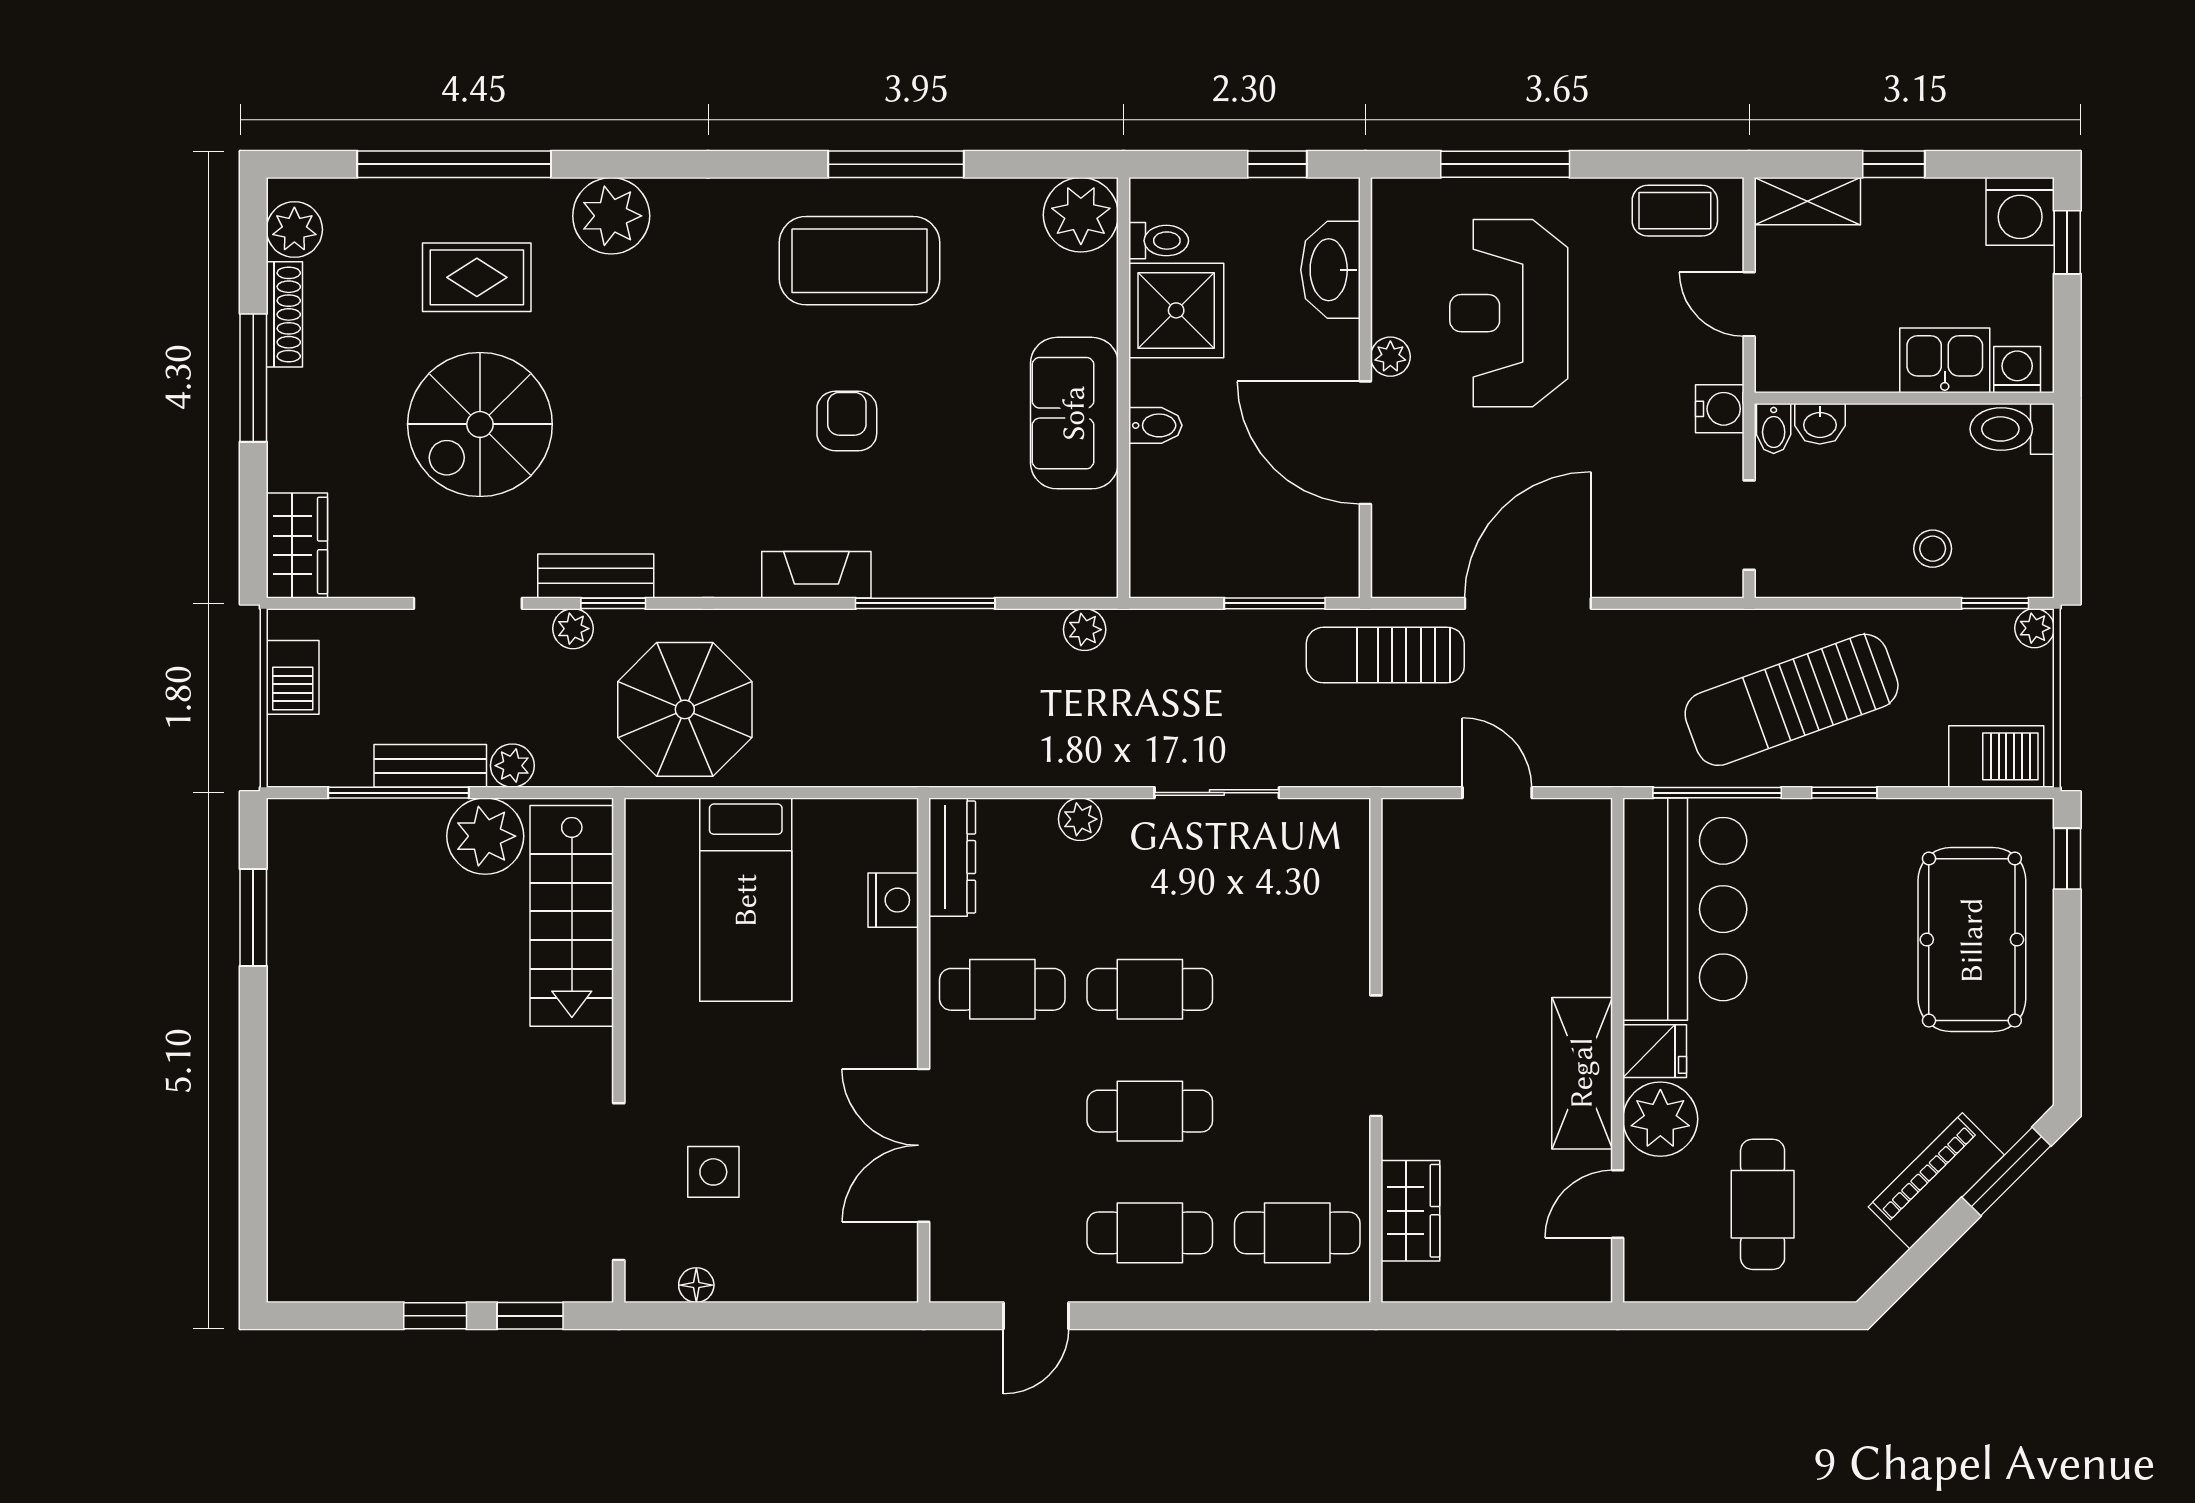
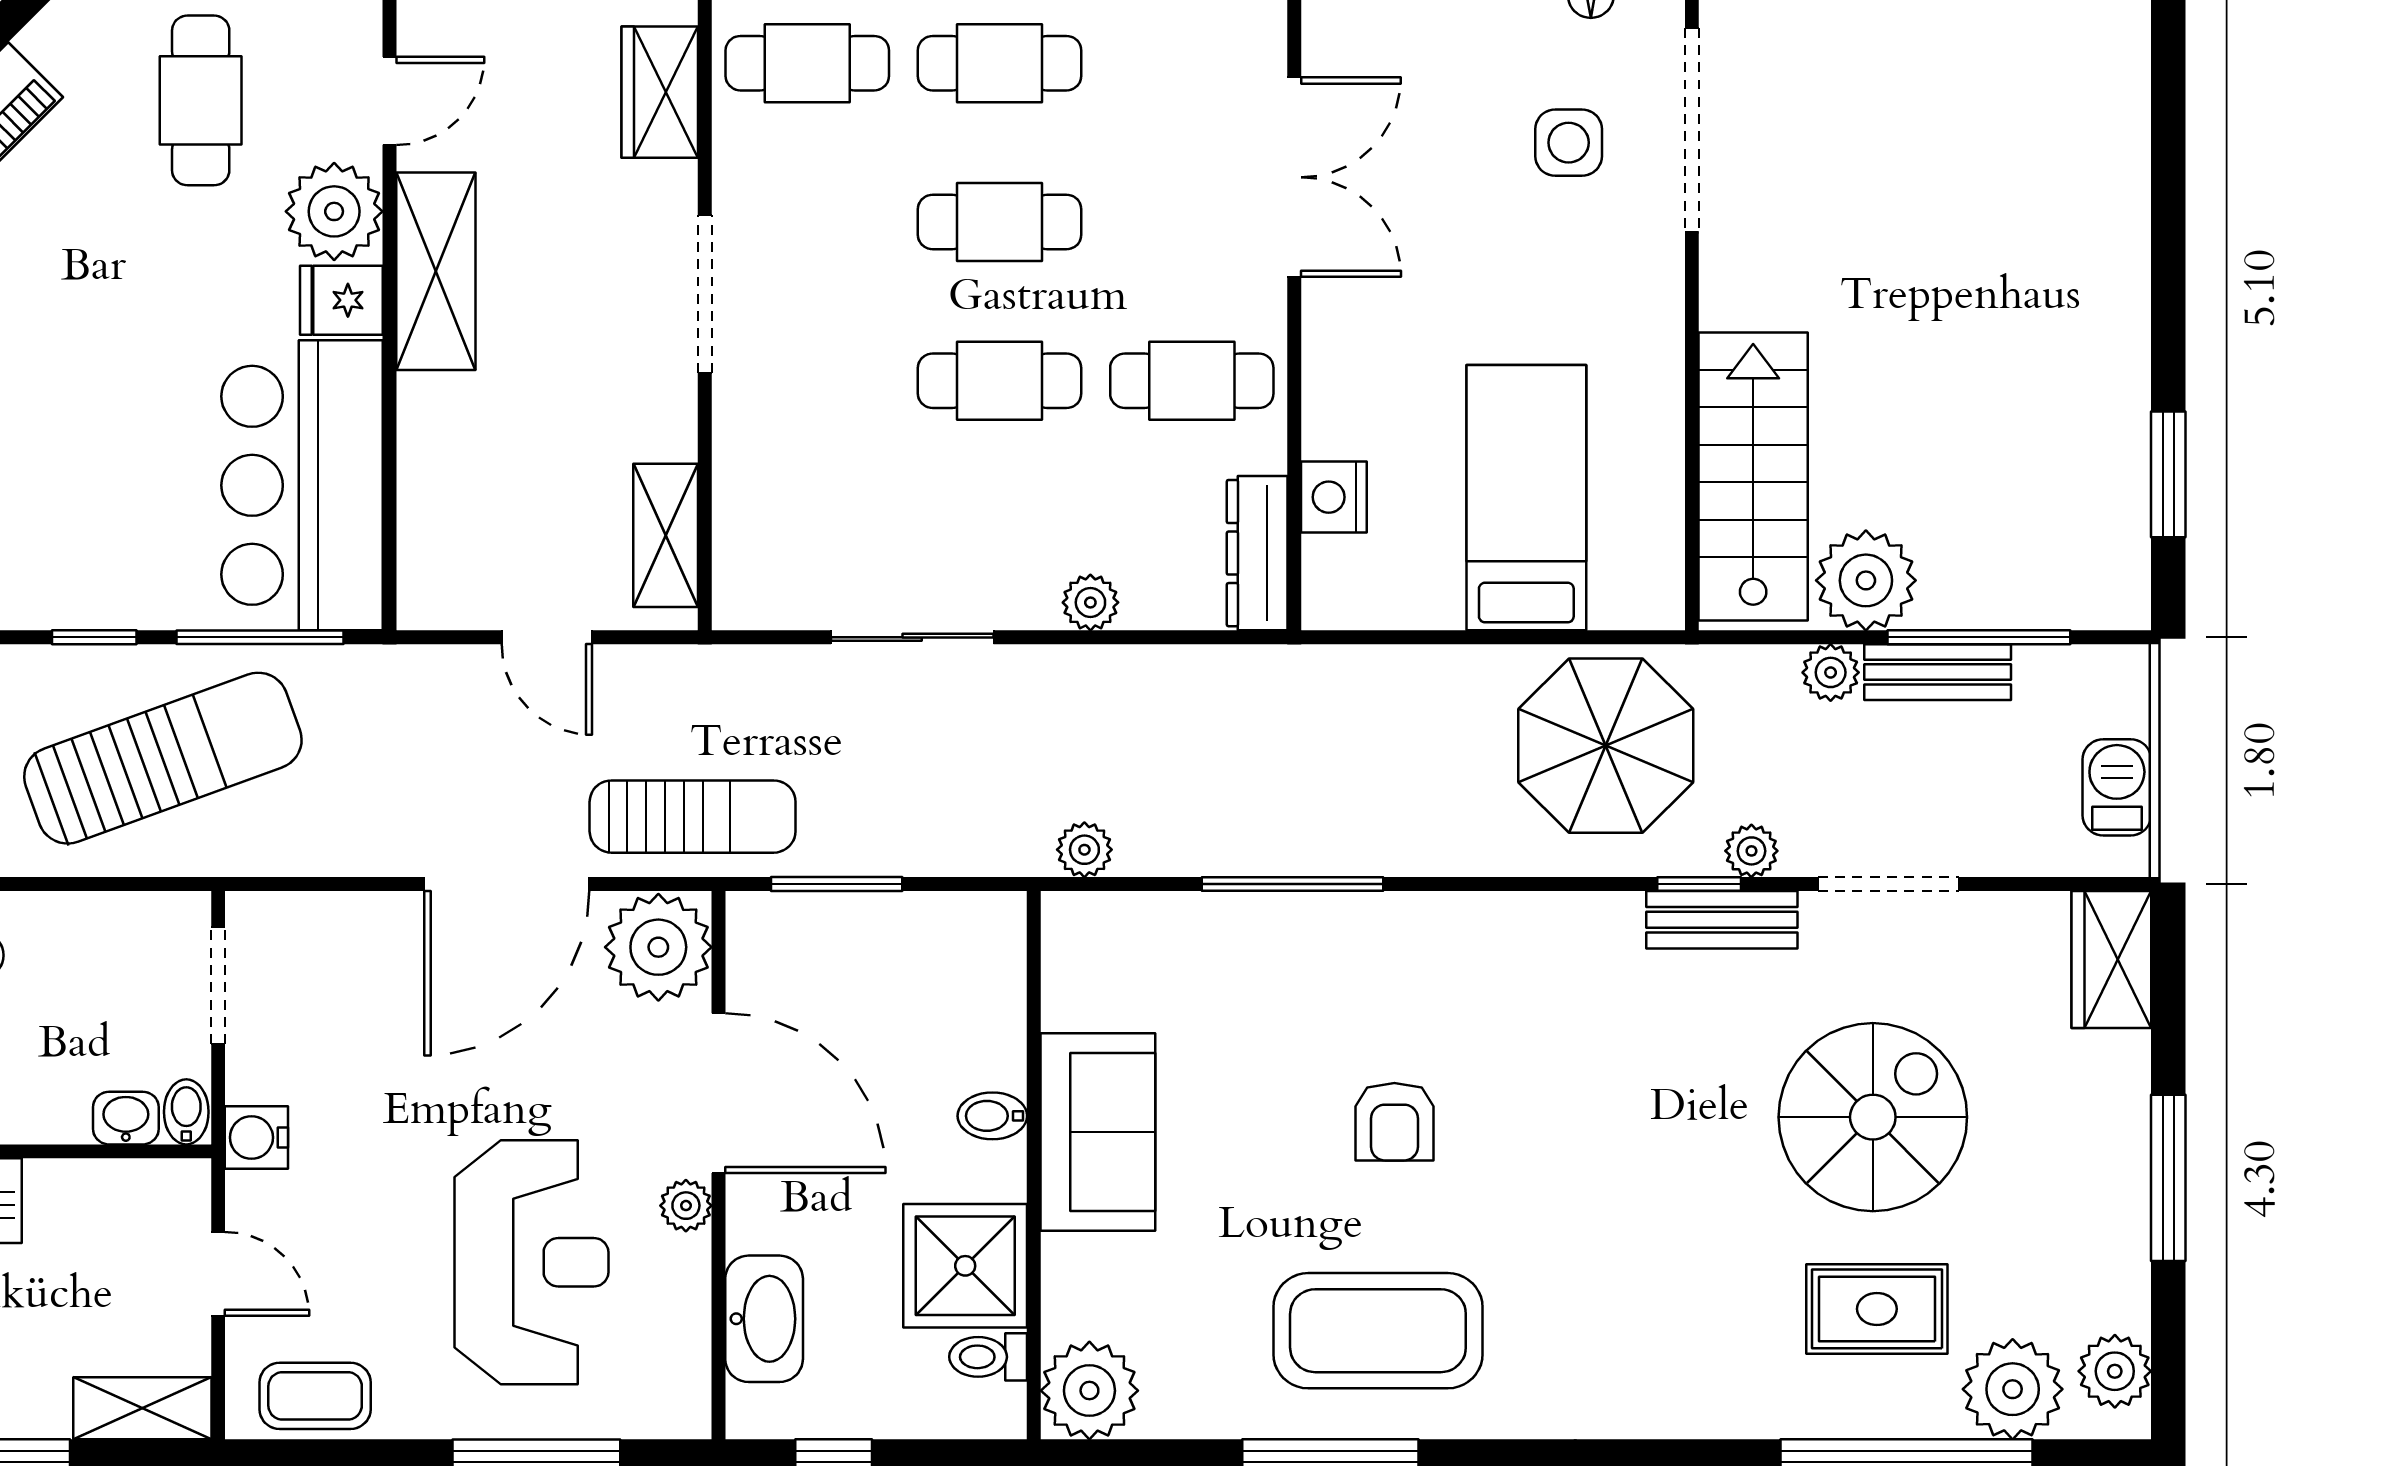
plant: (611, 216) -> (2013, 1389), moved
shoe rack: (284, 314) -> (2128, 1261), removed
plant: (1412, 555) -> (658, 947), added
fireplace: (816, 575) -> (1434, 921), removed
shelving: (1406, 871) -> (666, 535), added

